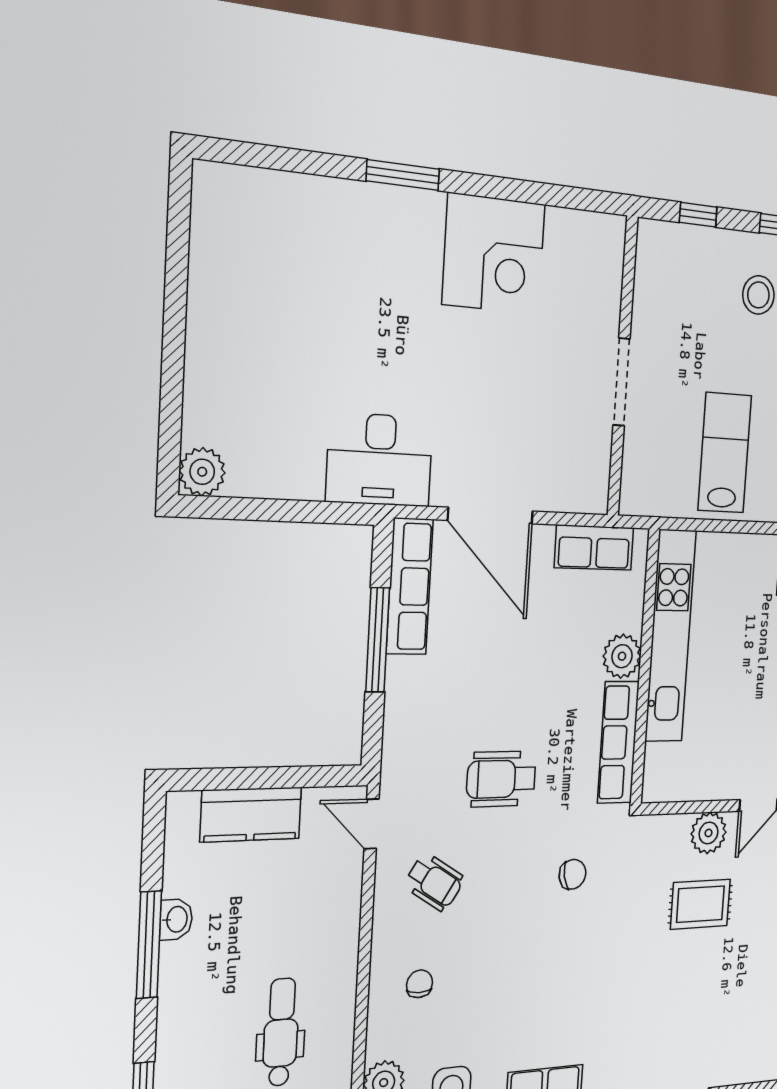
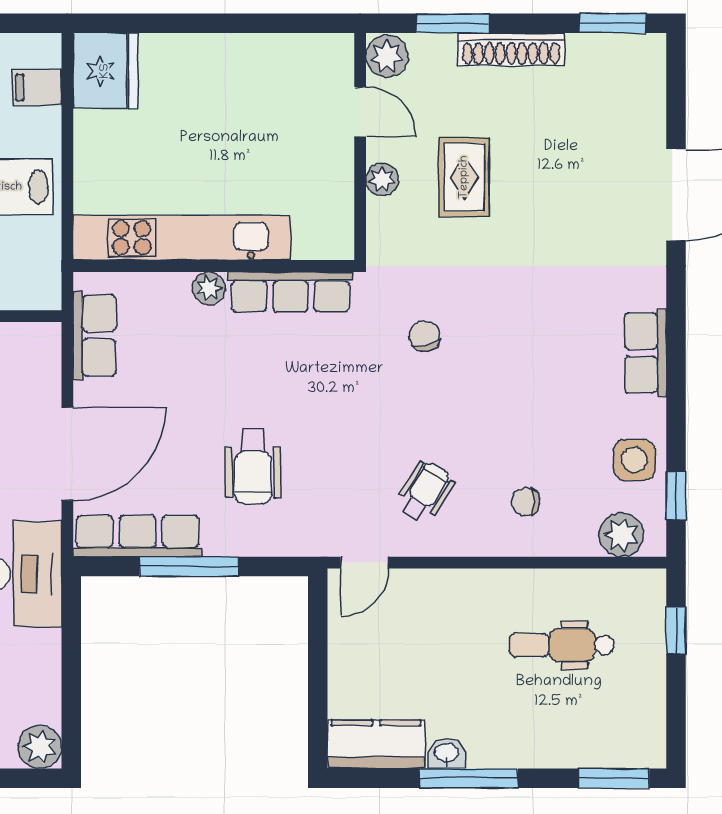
plant: (622, 656) -> (209, 288), width x0.73, depth x0.73
wheelchair: (501, 779) -> (253, 466), moved
kitchen counter: (251, 814) -> (376, 744), moved, turned -90
plant: (709, 833) -> (382, 179), width x0.73, depth x0.73

